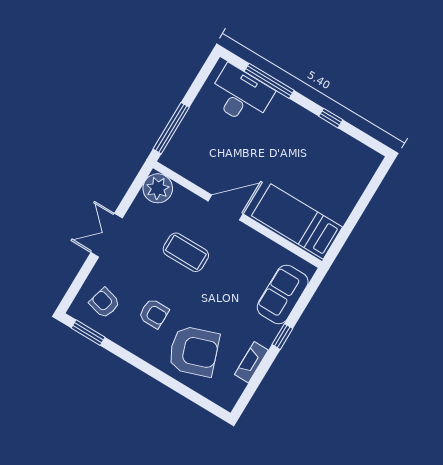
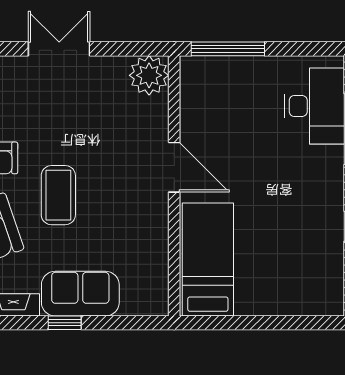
coffee table: (186, 252) -> (58, 195), moved
sofa: (283, 294) -> (80, 294), moved

